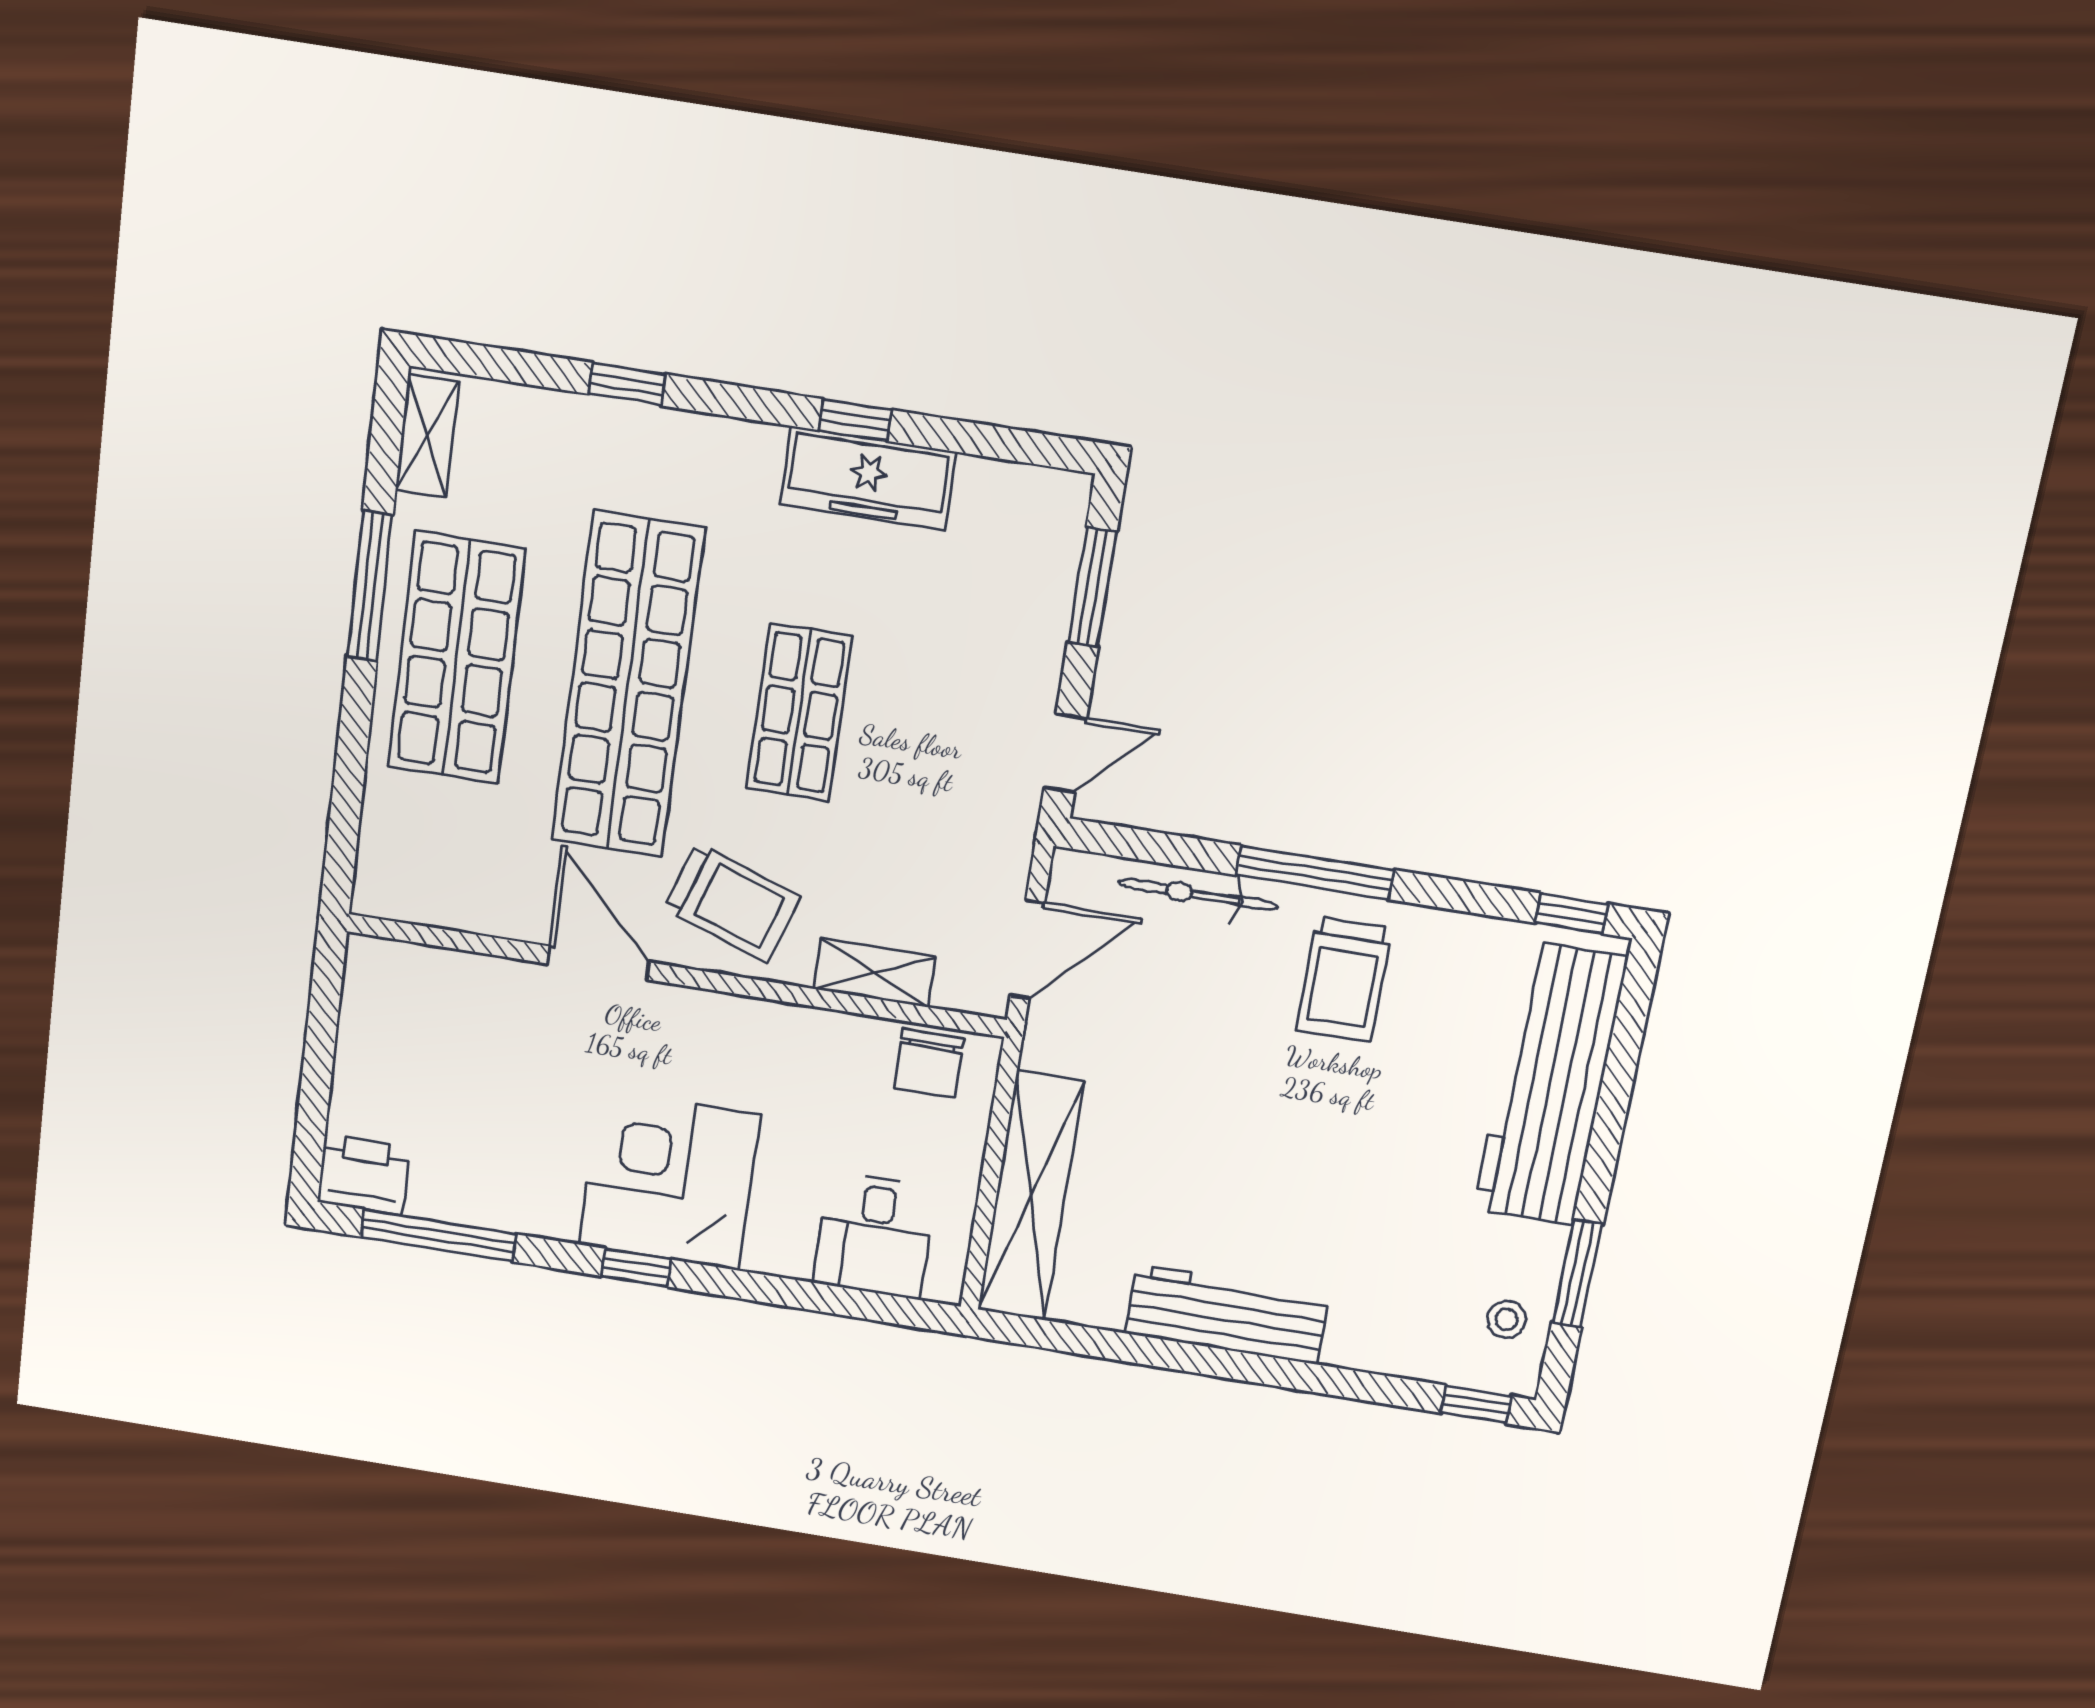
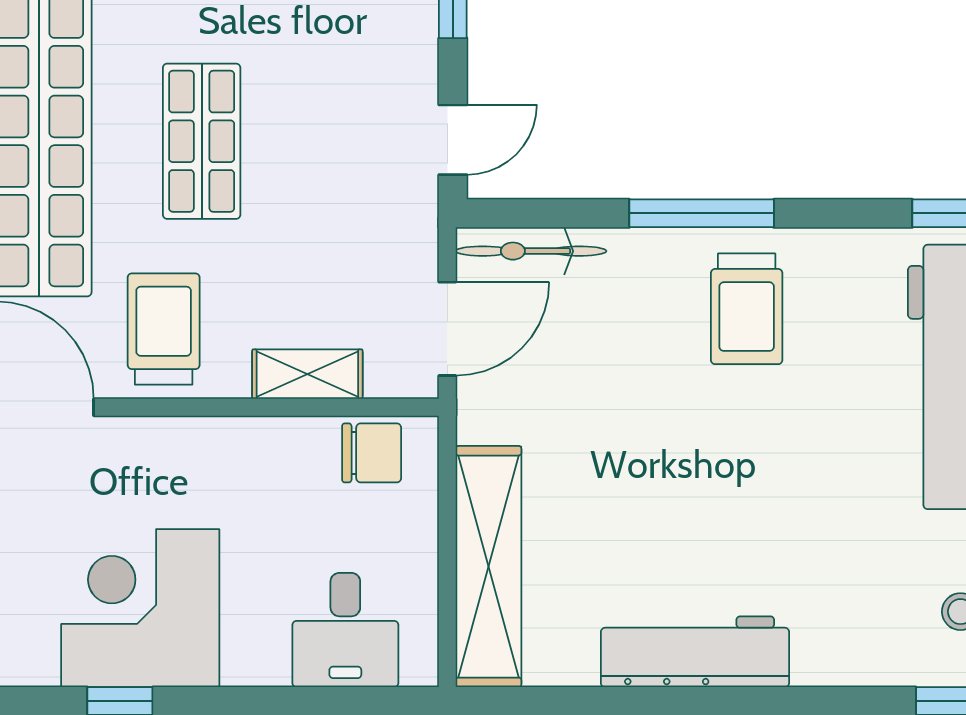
bicycle: (1198, 894) -> (531, 251), moved
trolley: (732, 902) -> (164, 329), turned -109
chair: (929, 1063) -> (372, 453), turned -90

